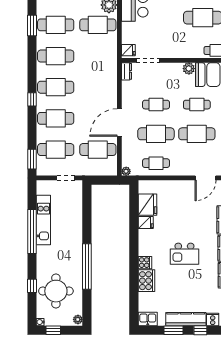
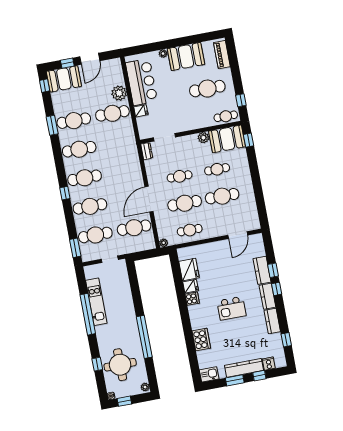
fridge: (128, 50) -> (141, 111), moved
cooker: (145, 263) -> (192, 299), moved

